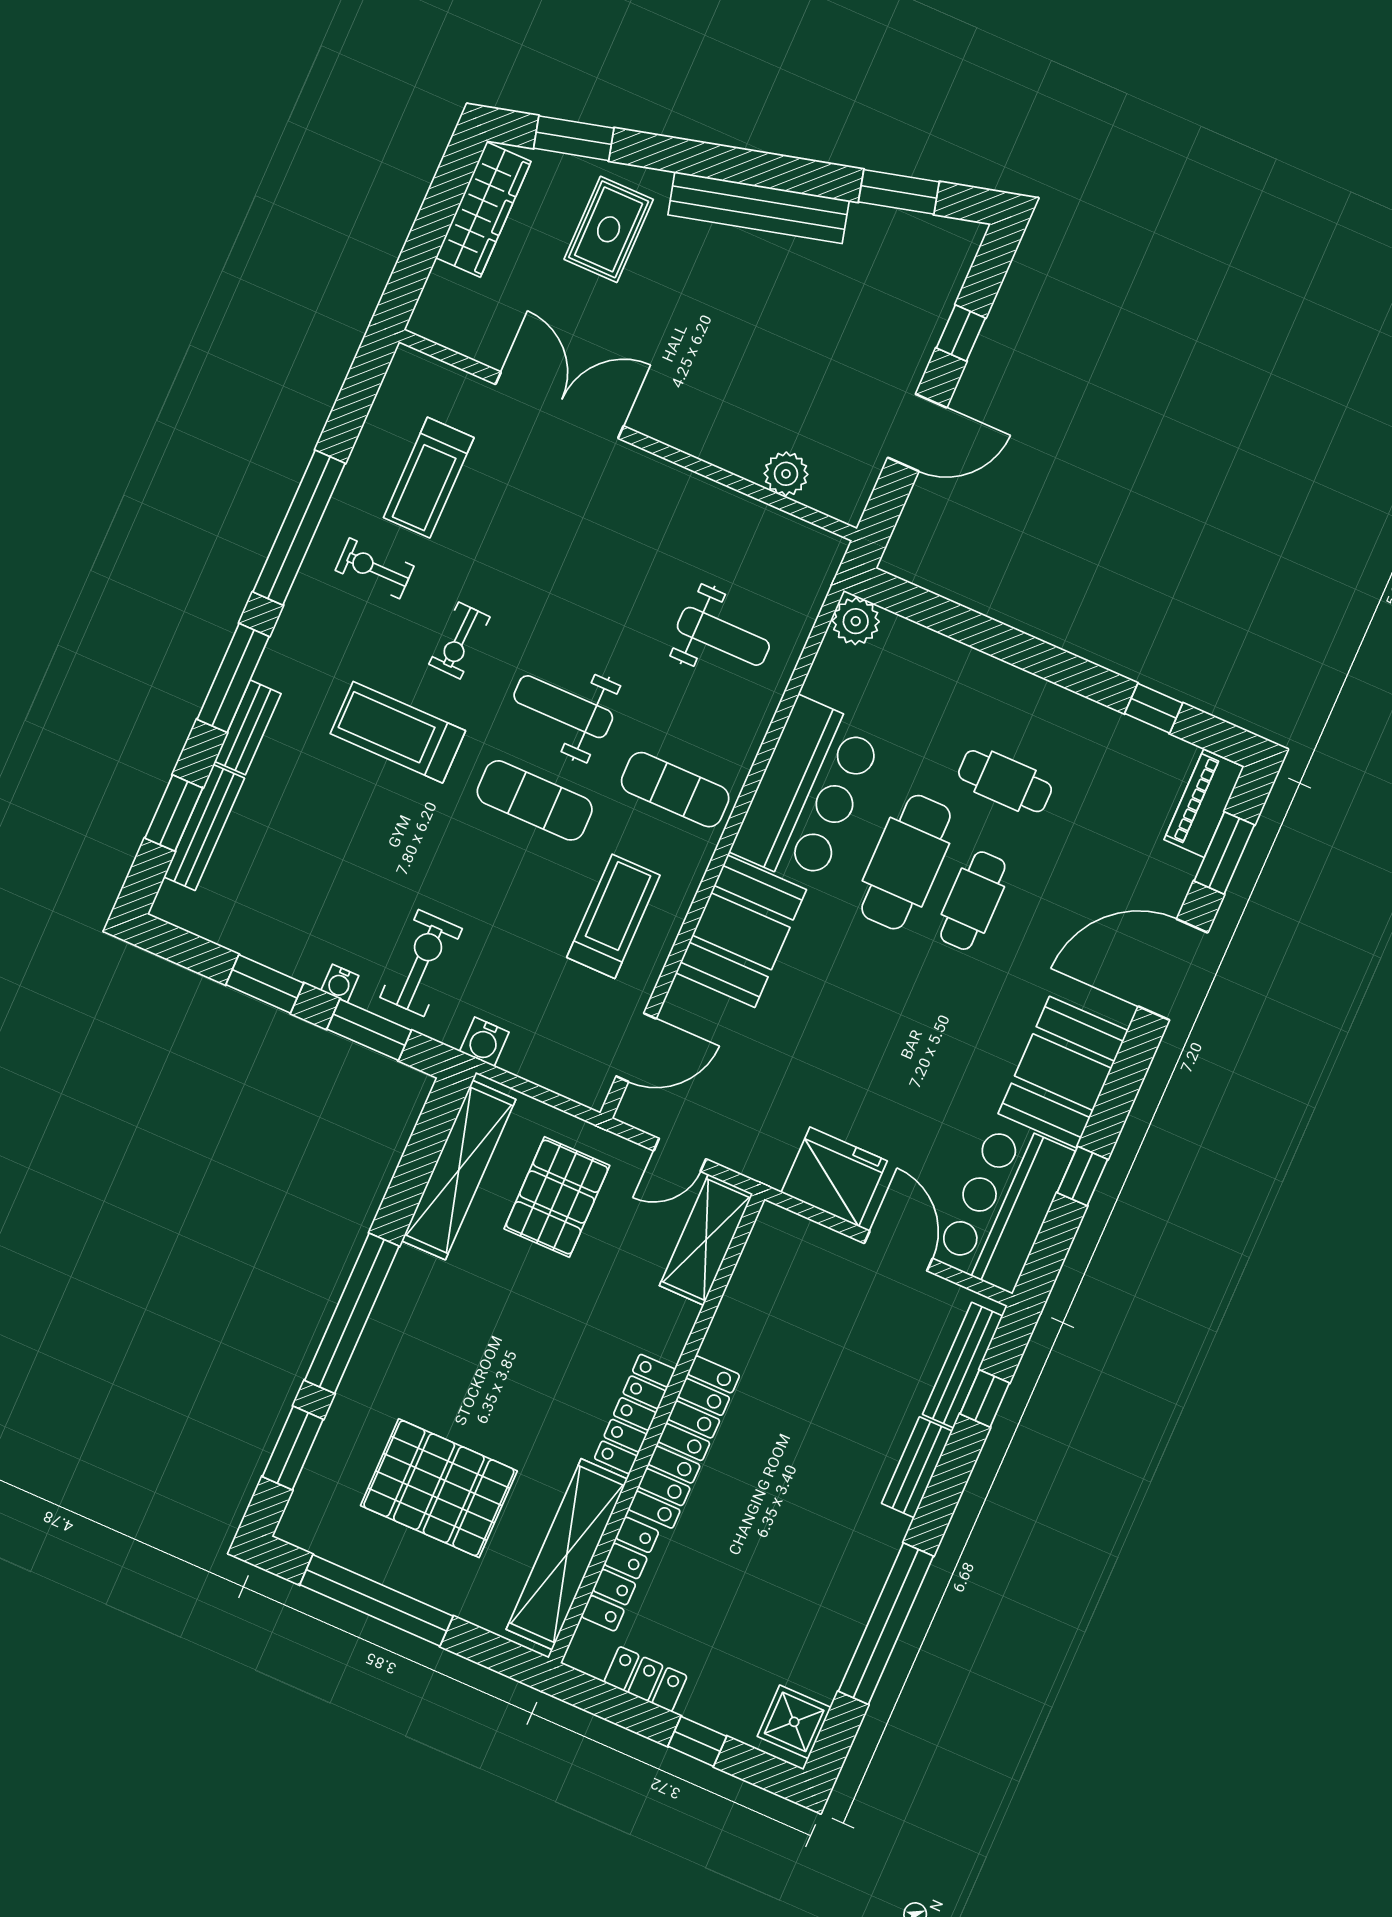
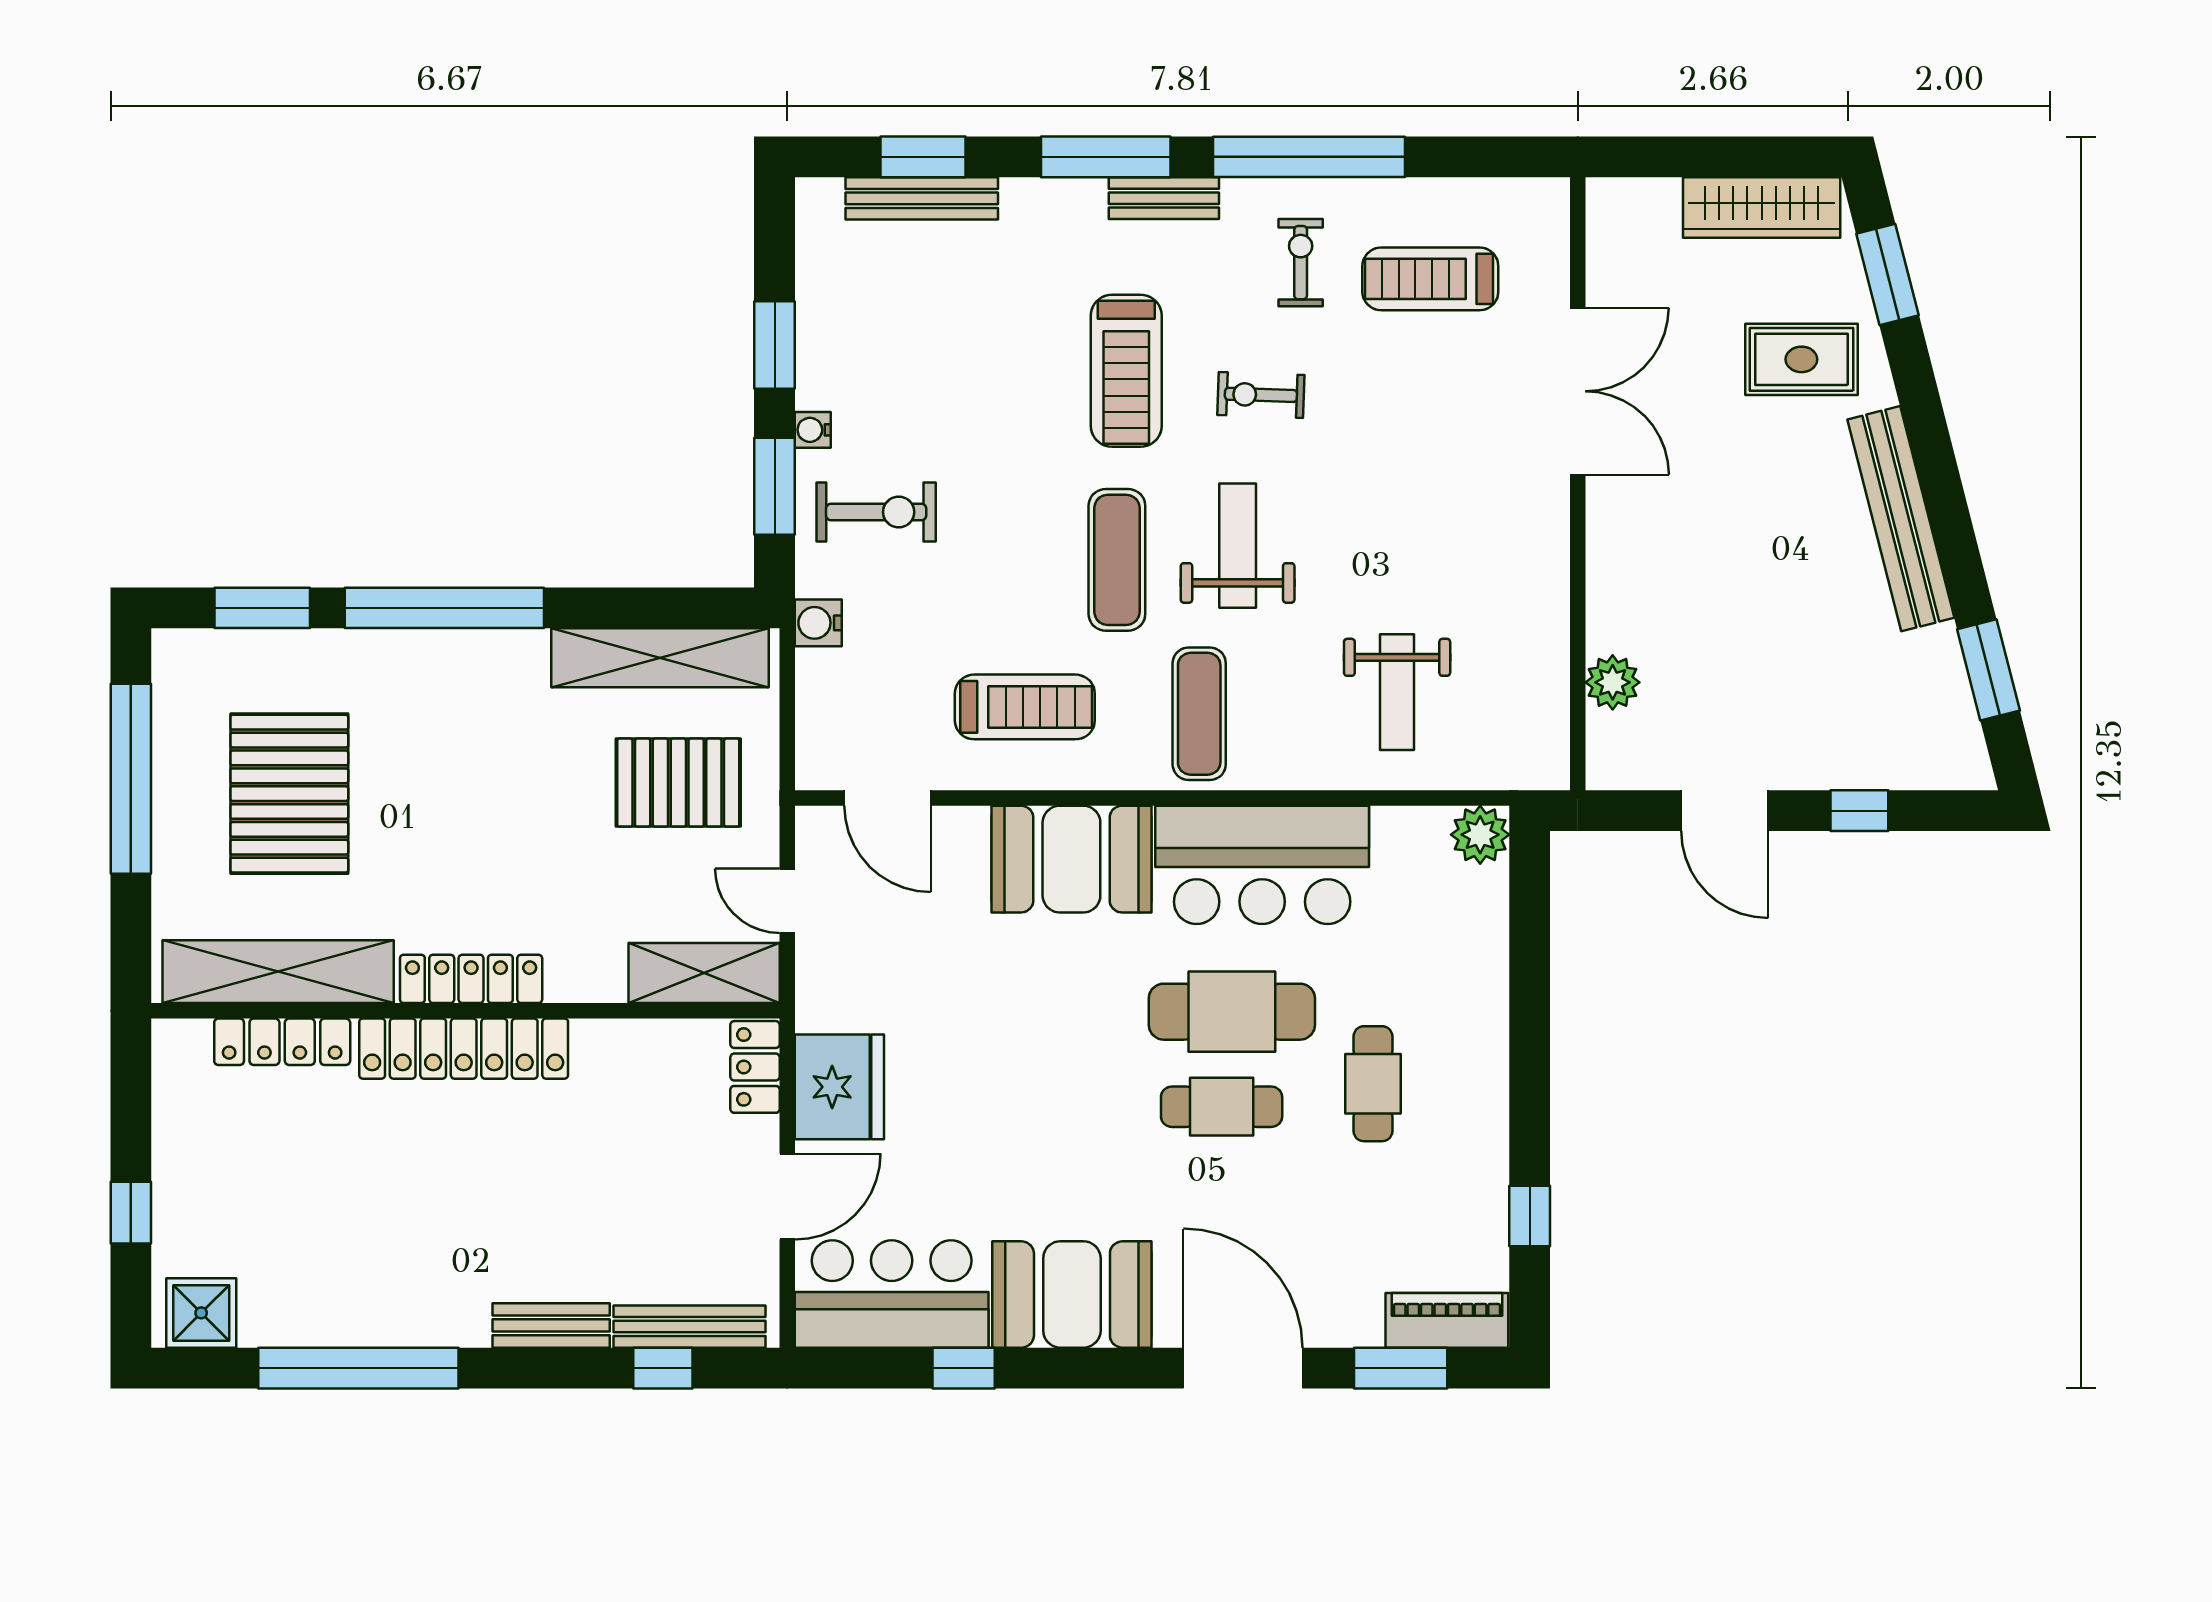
bench: (248, 727) -> (1164, 198), moved
treadmill: (398, 732) -> (1126, 371), turned 180
locker: (646, 1679) -> (755, 1067), moved, turned 180

